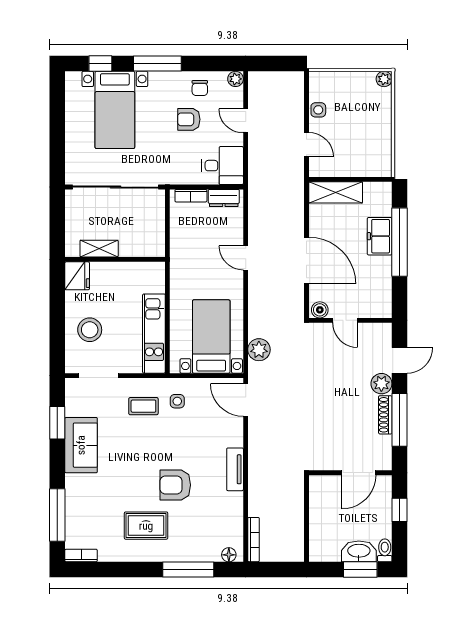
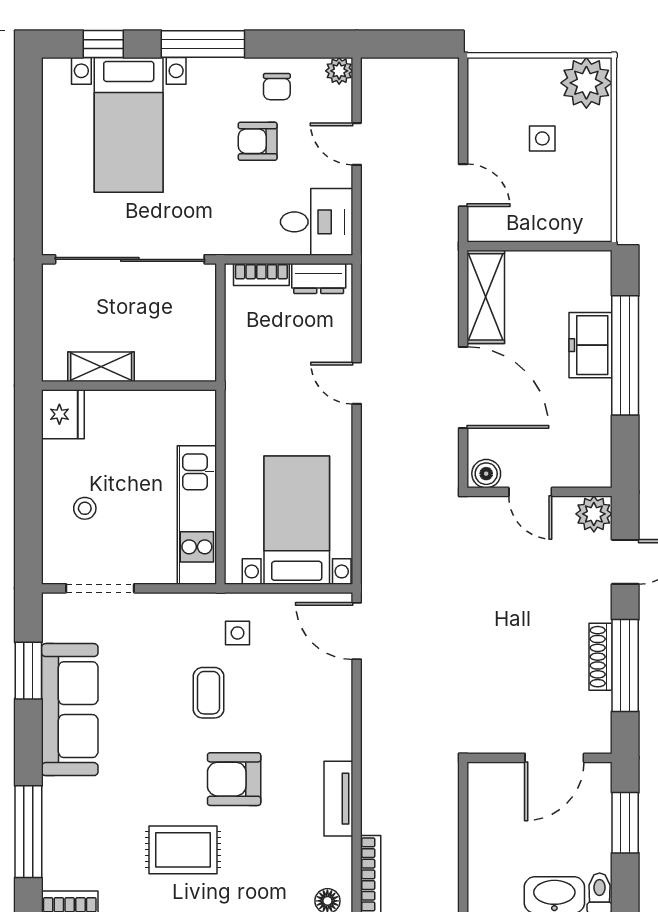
plant: (384, 79) -> (586, 83), width x1.87, depth x1.87
side table: (318, 110) -> (542, 138), moved
shelving: (336, 192) -> (486, 297), moved, turned 90
stool: (90, 330) -> (85, 508), width x0.53, depth x0.53
plant: (259, 350) -> (380, 543), removed
plant: (381, 384) -> (594, 514), moved
coffee table: (143, 406) -> (209, 693), moved, turned 90
sofa: (81, 445) -> (70, 710), width x1.36
tv unit: (235, 469) -> (338, 799), moved
window: (399, 510) -> (625, 823), width x1.50

